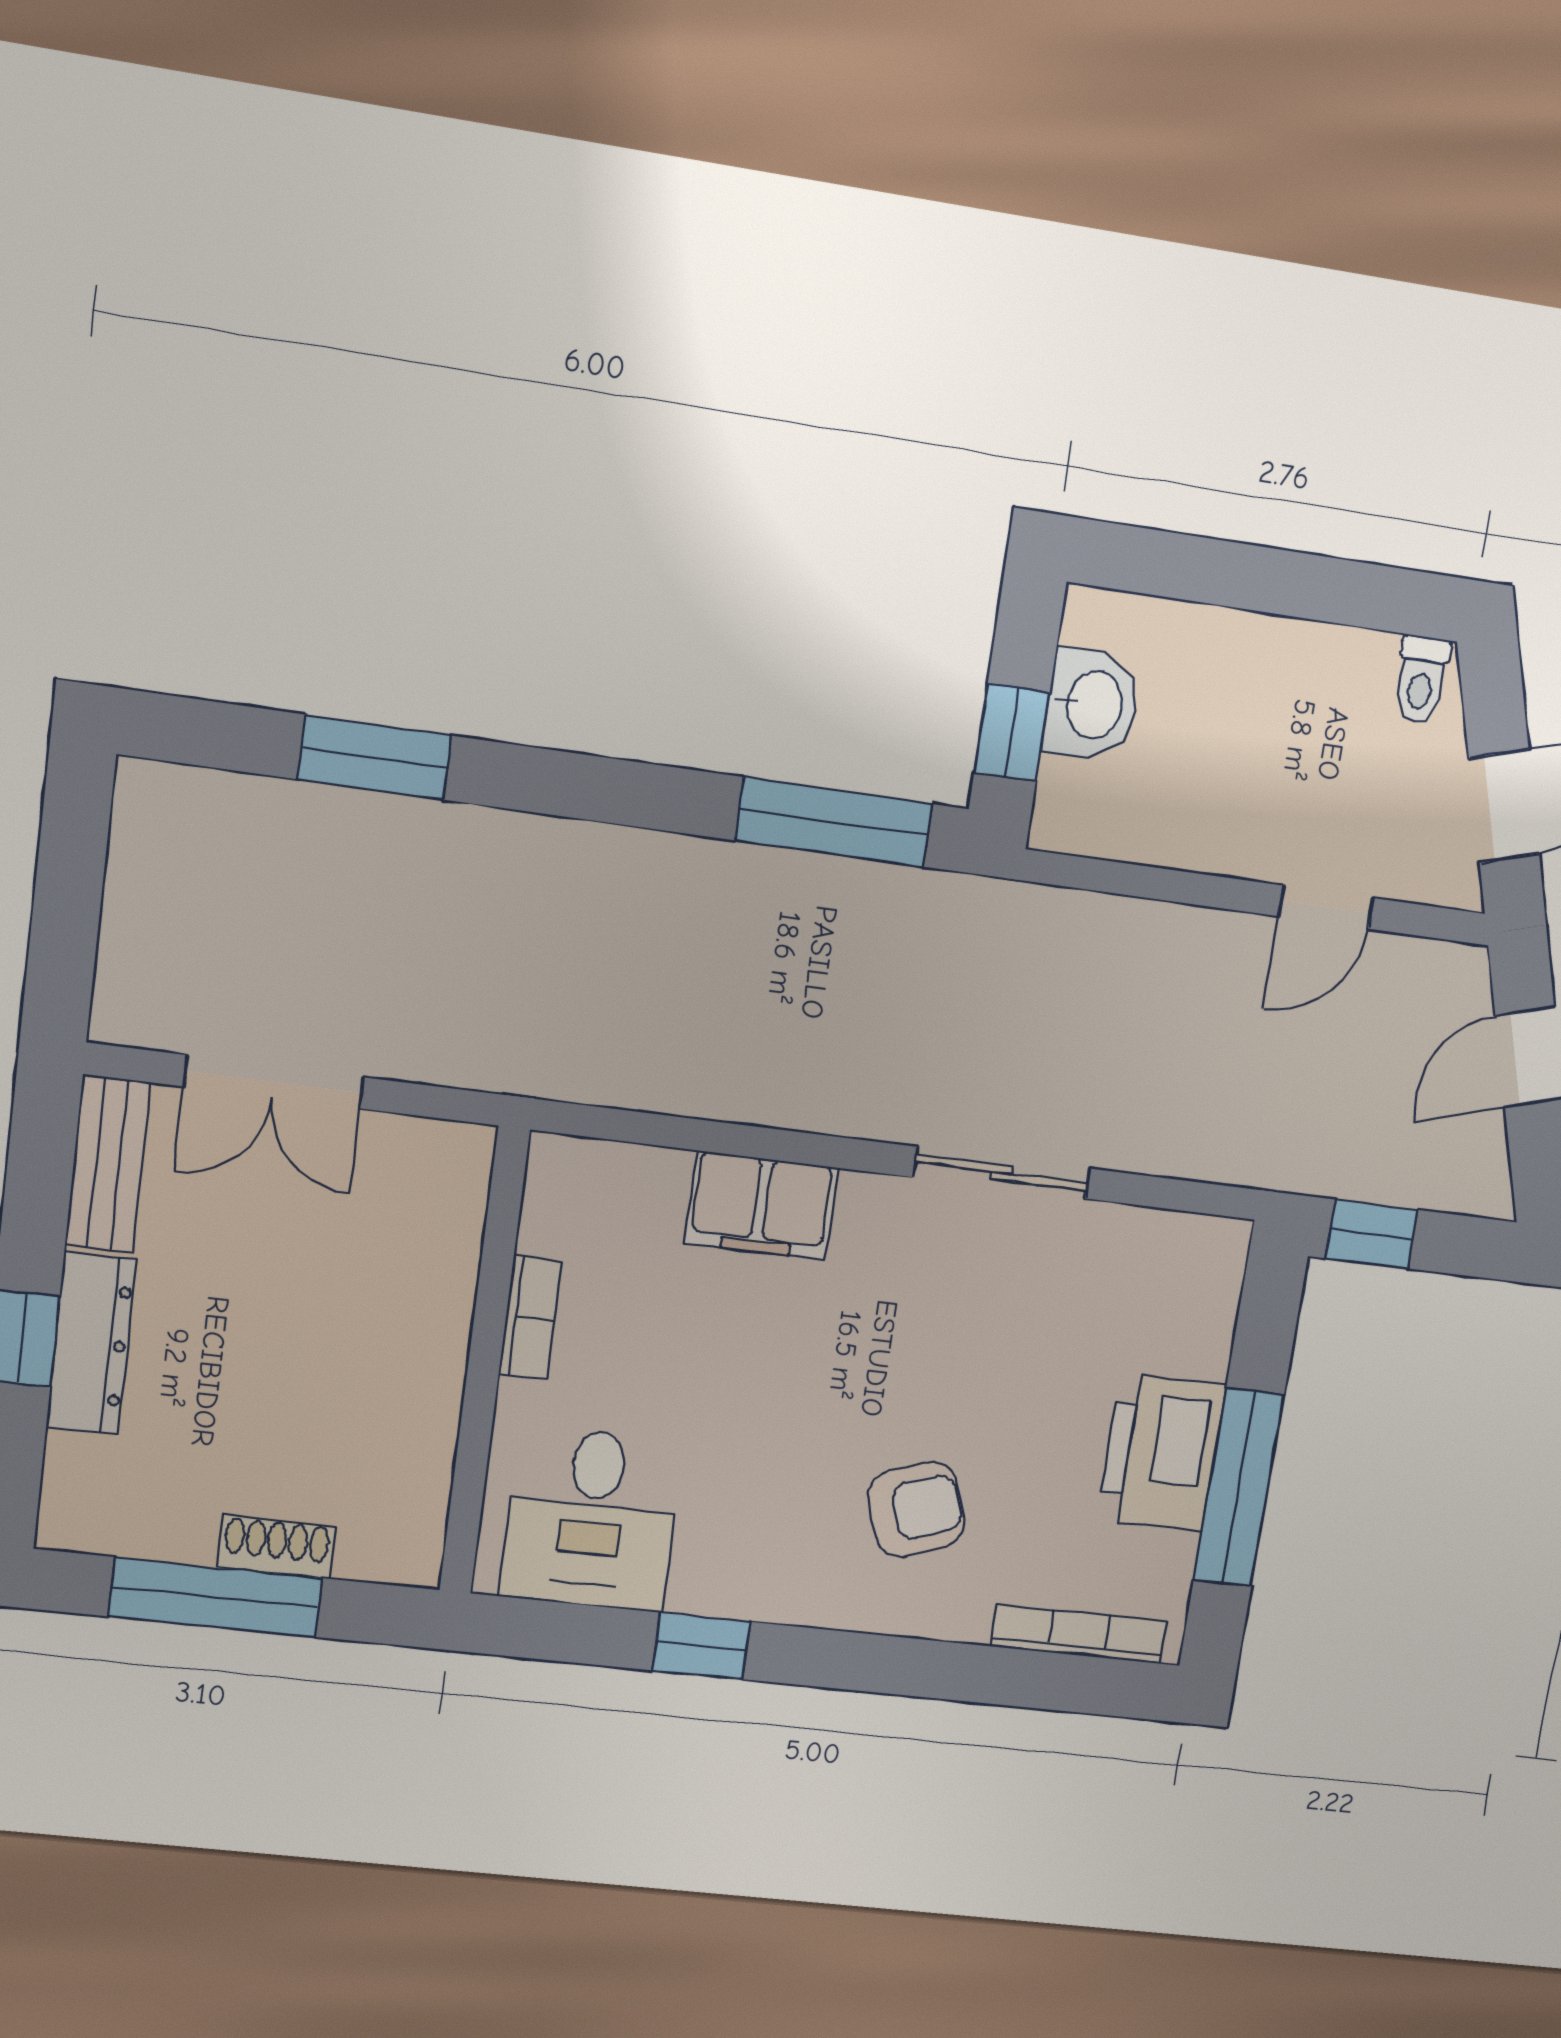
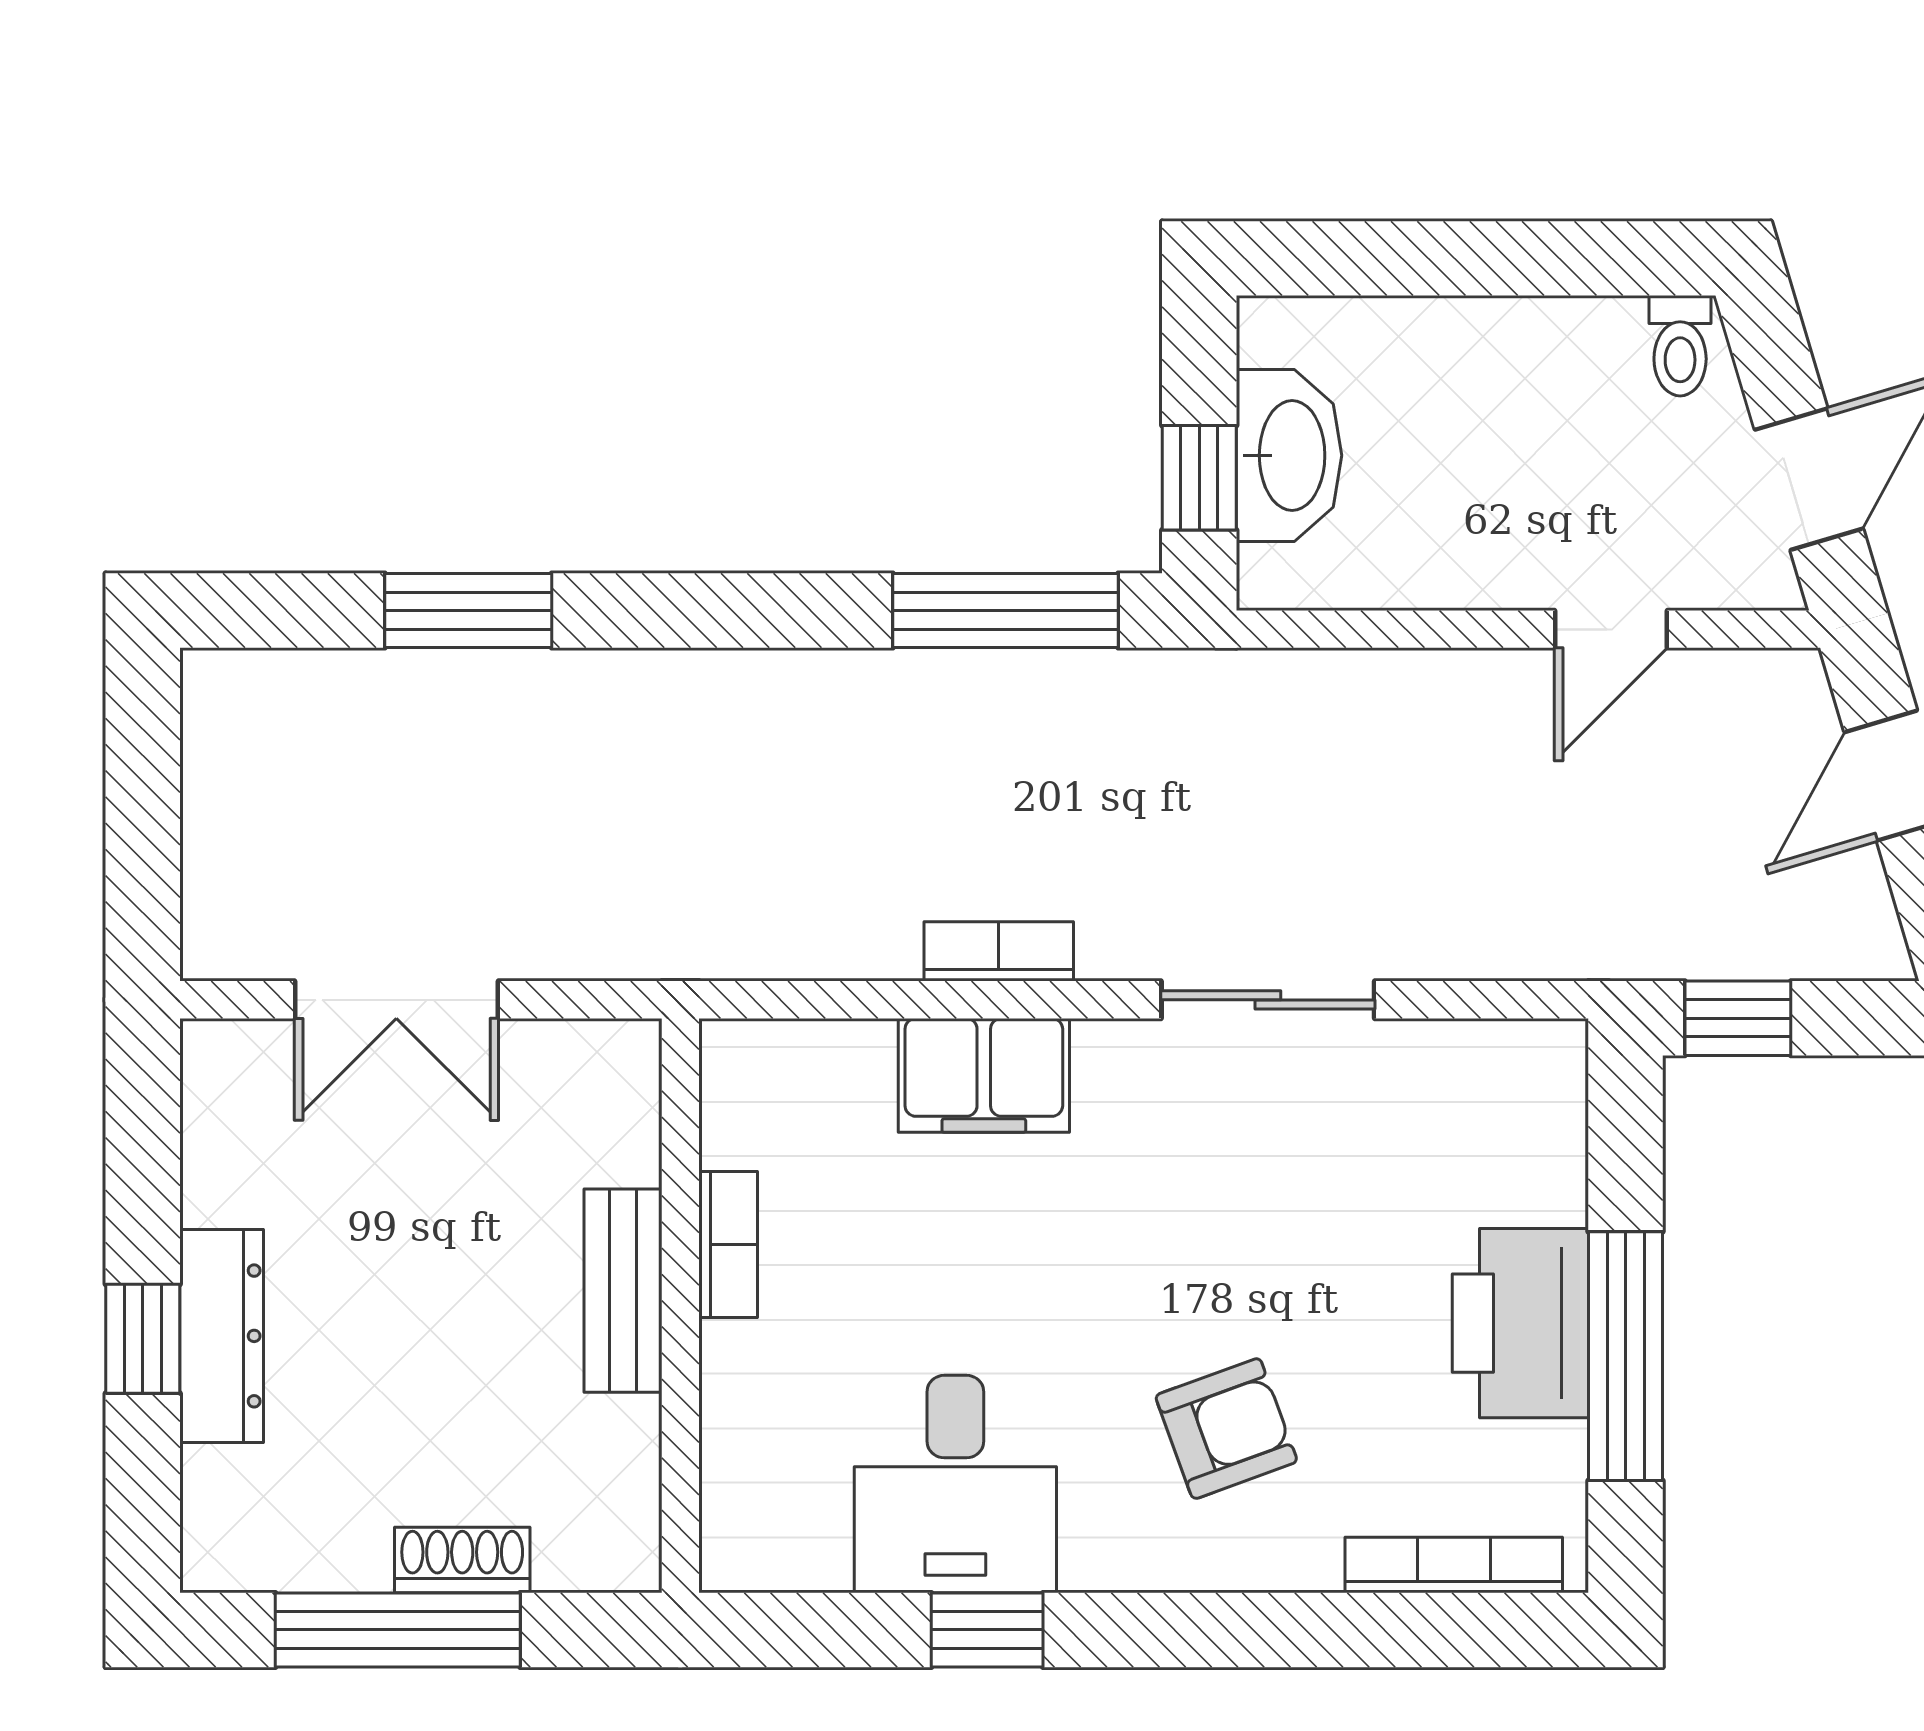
washbasin: (1092, 704) -> (1289, 455), width x1.38
bookcase: (788, 1106) -> (999, 951), added
bench: (108, 1164) -> (623, 1291), moved
desk: (591, 1519) -> (955, 1484), moved

